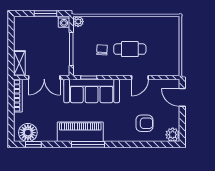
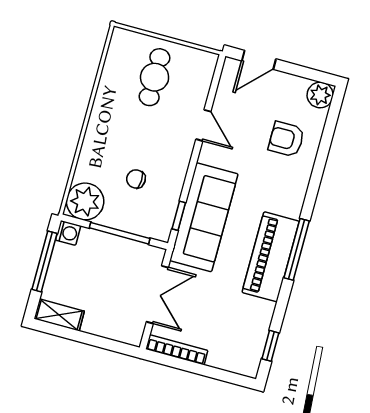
window: (46, 13) -> (45, 261), width x1.44
plant: (78, 22) -> (85, 201), width x1.87, depth x1.87
cafe table: (130, 49) -> (155, 77), moved
shelving: (19, 63) -> (59, 315), moved
armchair: (144, 123) -> (286, 139), turned -90
floor lamp: (28, 133) -> (247, 350), removed

